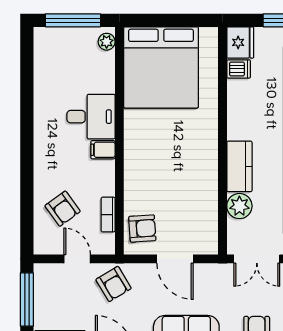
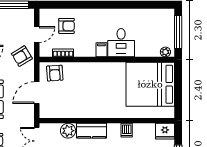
dishwasher: (239, 69) -> (127, 130), moved
armchair: (63, 209) -> (67, 26), turned -144

